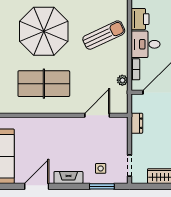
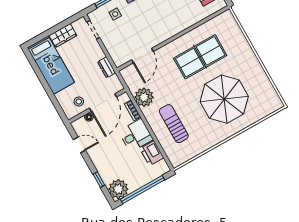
sun lounger: (104, 35) -> (174, 124), turned 115
plant: (122, 80) -> (144, 97), width x1.88, depth x1.88

